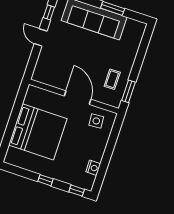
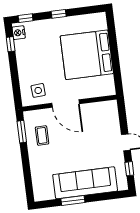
nightstand: (93, 168) -> (19, 33), moved
window: (101, 174) -> (11, 44), added

